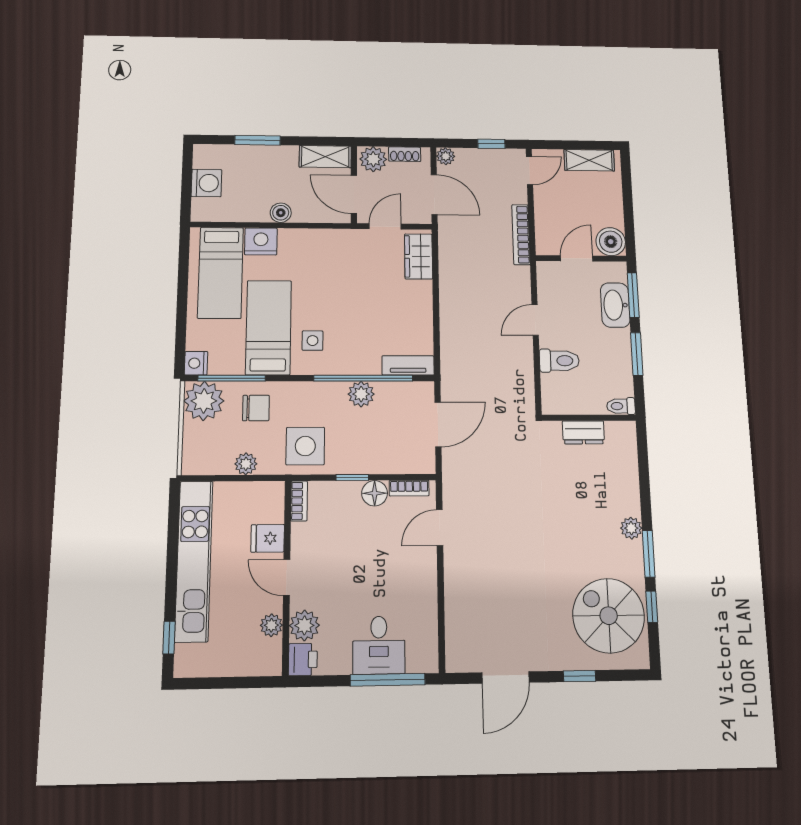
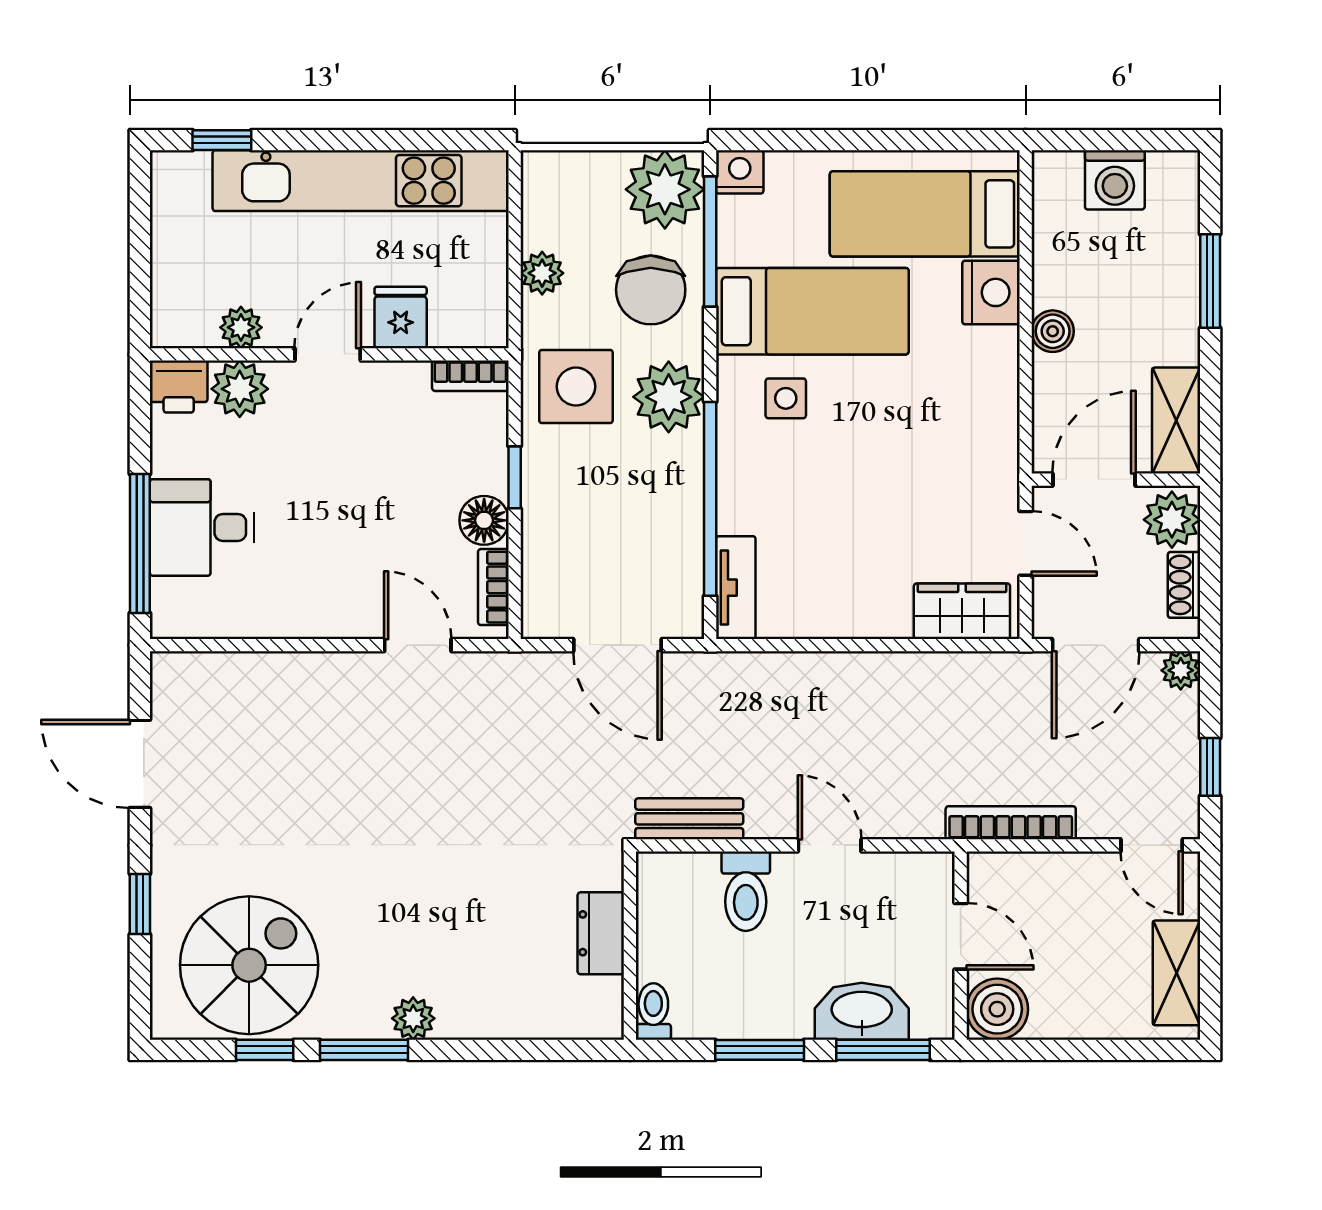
bench: (524, 388) -> (689, 819), added
plant: (361, 394) -> (669, 397), moved, width x1.36, depth x1.36
chair: (256, 408) -> (651, 290), width x1.37, depth x1.37

